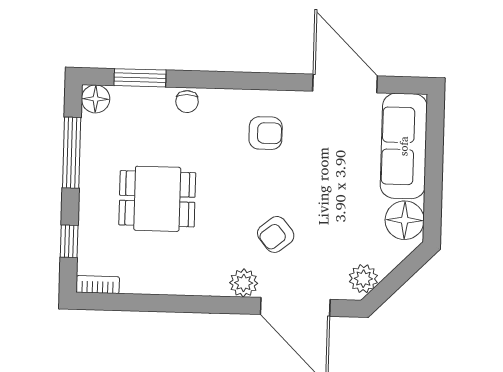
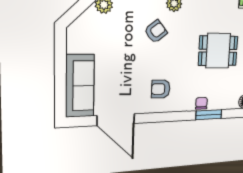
window: (140, 78) -> (209, 115), moved
floor lamp: (405, 220) -> (78, 41), removed

